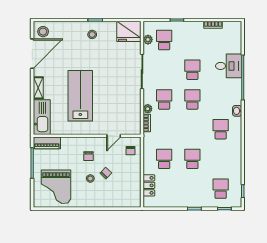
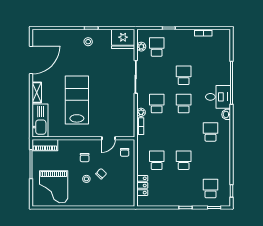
stool: (43, 32) -> (41, 39), removed
desk: (229, 66) -> (218, 97), moved

